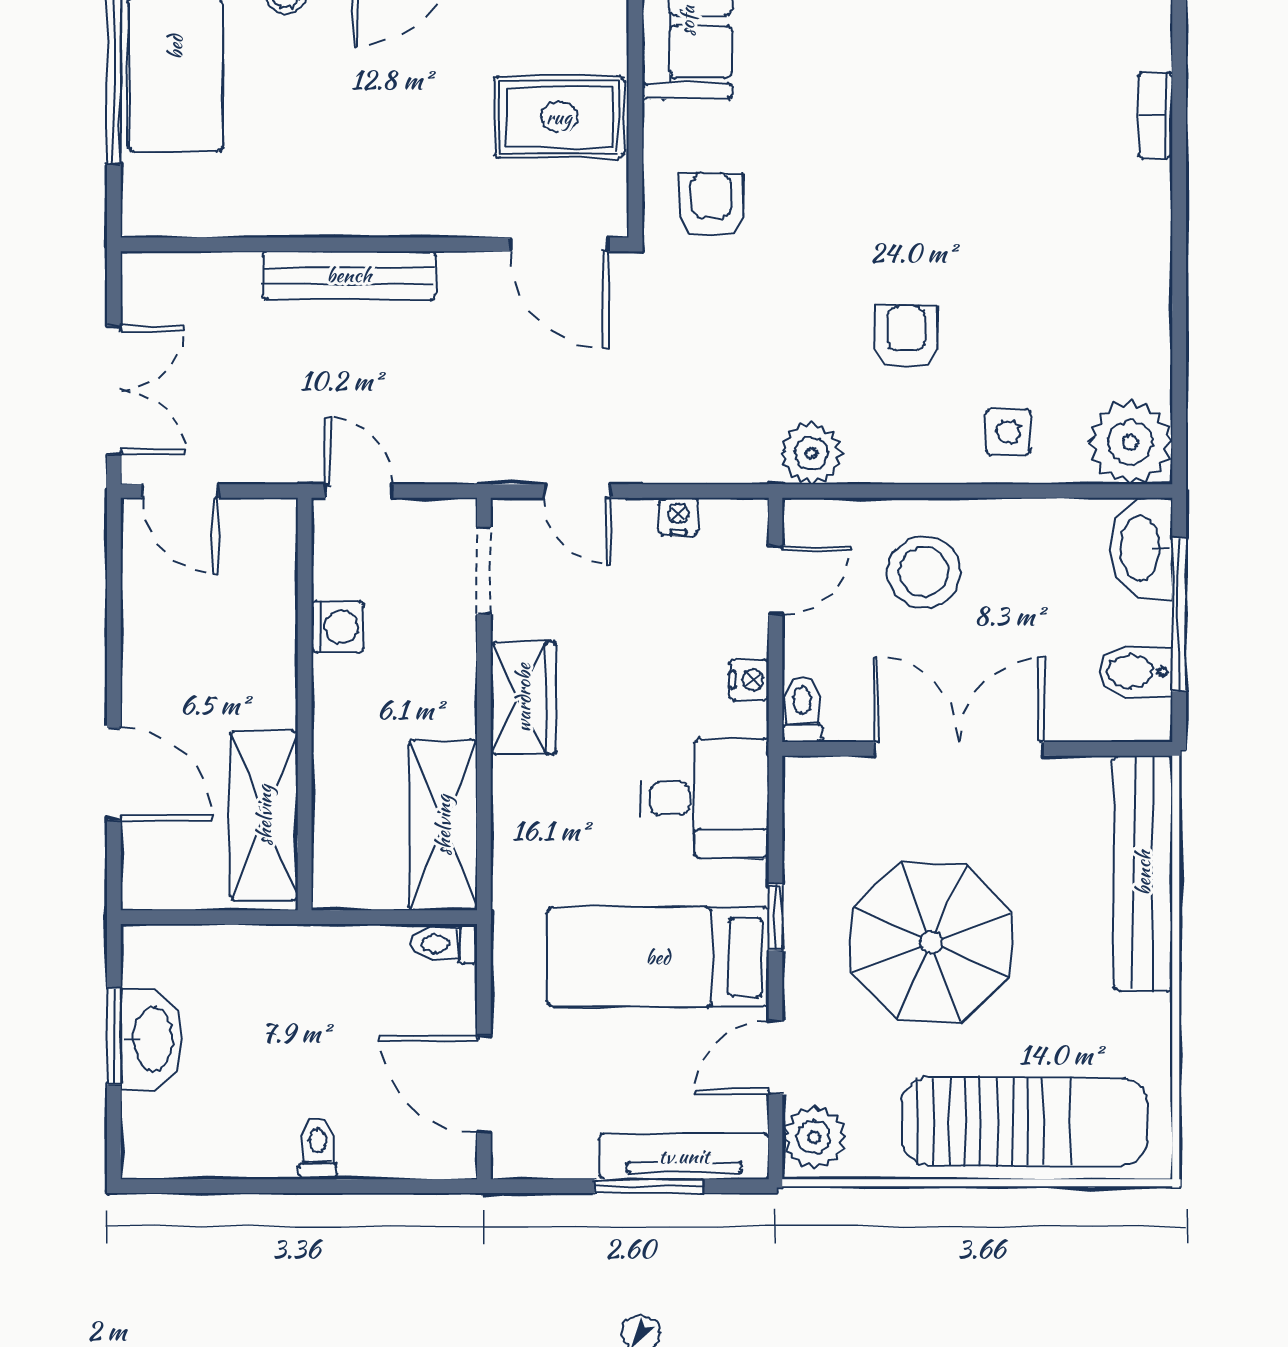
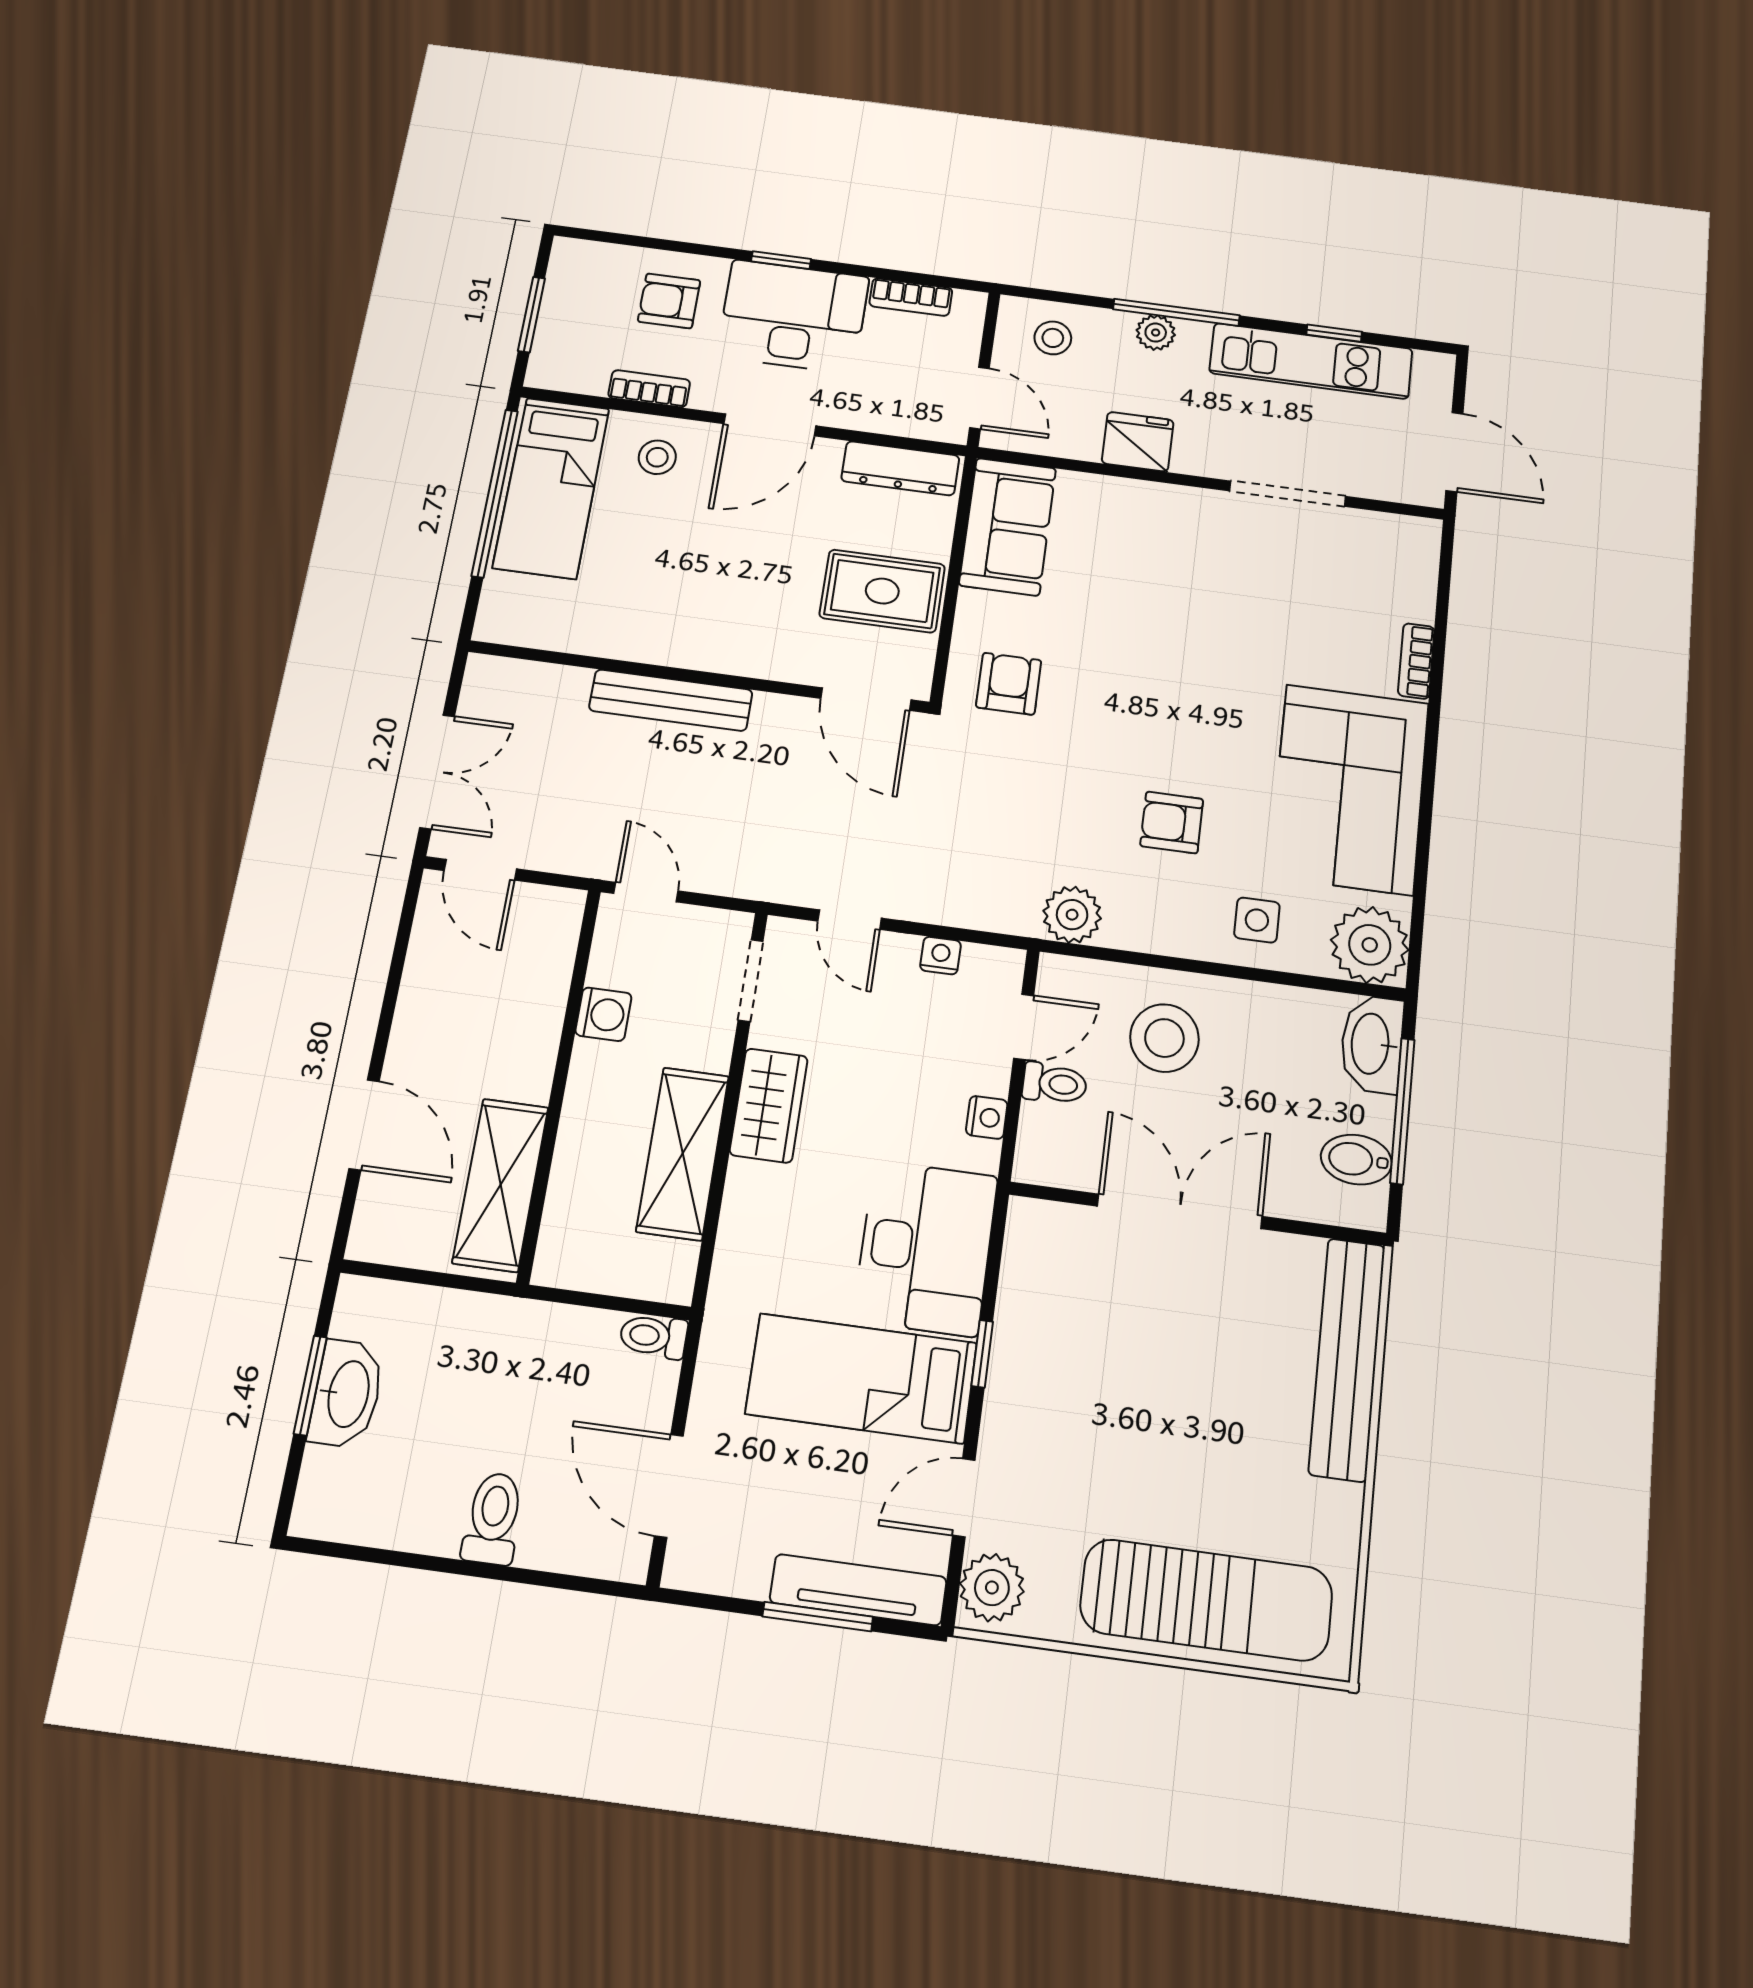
corner sofa: (1094, 273) -> (1349, 789), added
armchair: (906, 337) -> (1172, 822), turned -90
toilet: (802, 709) -> (1055, 1084), moved, turned 90
desk: (704, 798) -> (926, 1248), width x1.37
shelving: (443, 825) -> (683, 1153), moved
parasol: (931, 942) -> (1132, 1400), removed
toilet: (318, 1149) -> (493, 1518), width x1.37, depth x1.39

